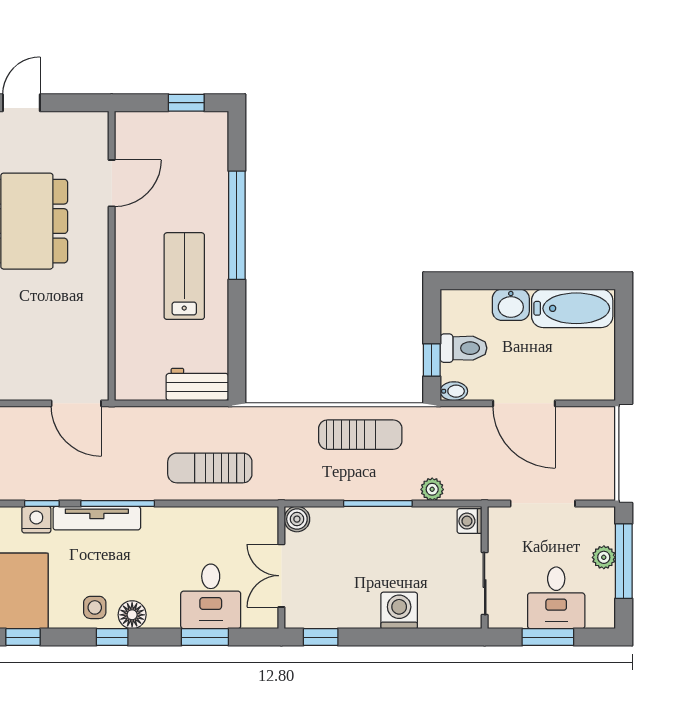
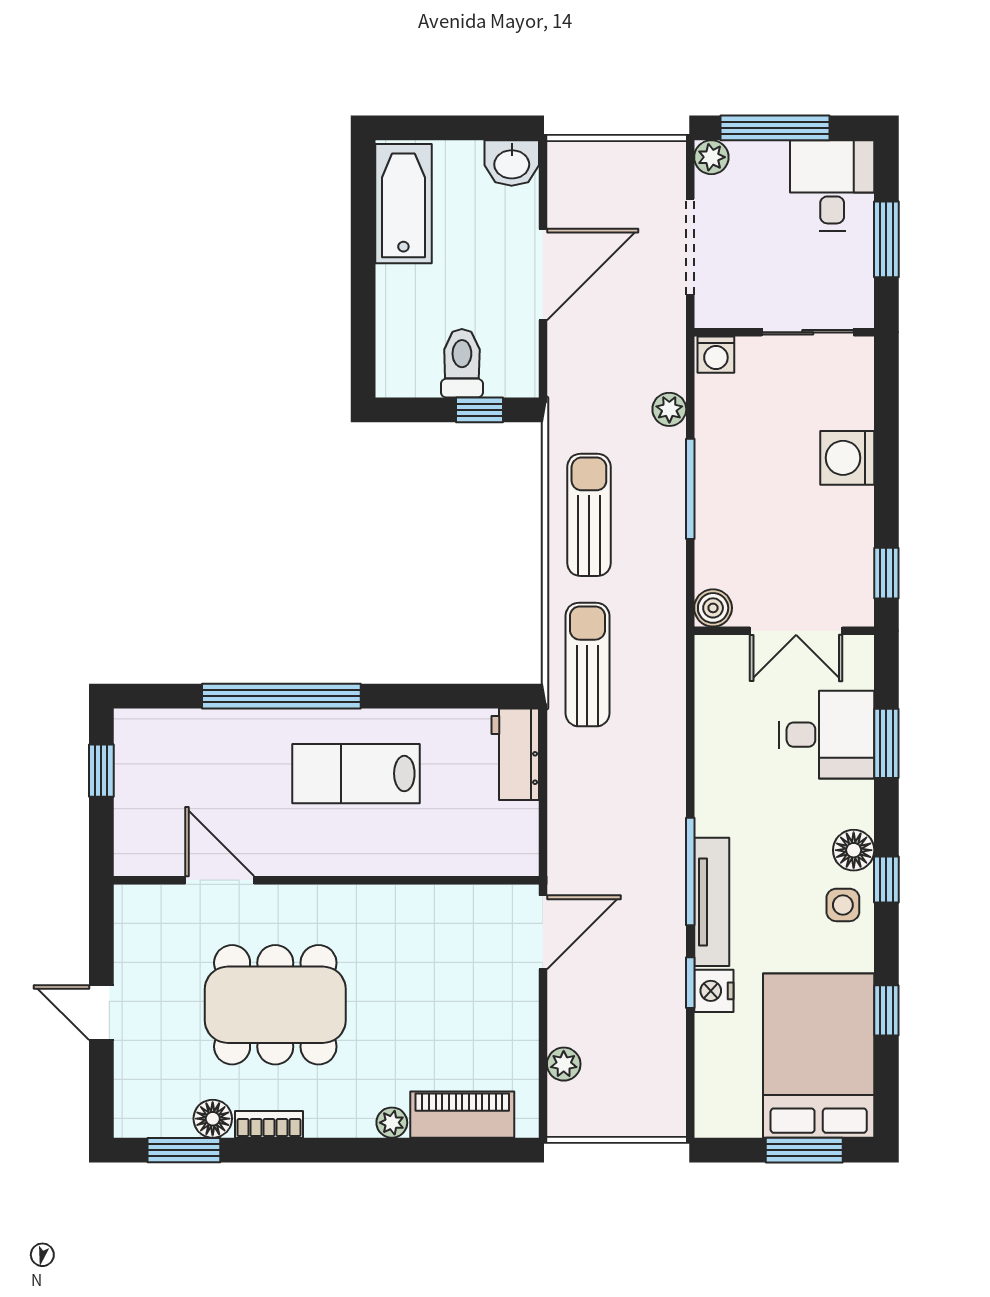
washbasin: (511, 305) -> (512, 163), moved, turned 90
bidet: (454, 391) -> (525, 377), removed
sun lounger: (210, 468) -> (587, 665), moved, turned 180
plant: (604, 557) -> (711, 157), moved
desk: (556, 598) -> (832, 185), moved, turned -90

